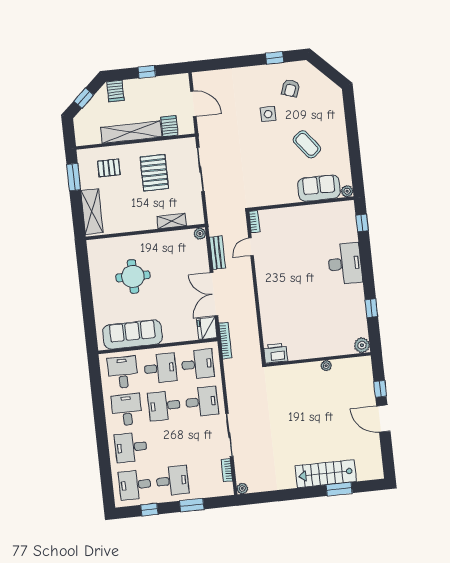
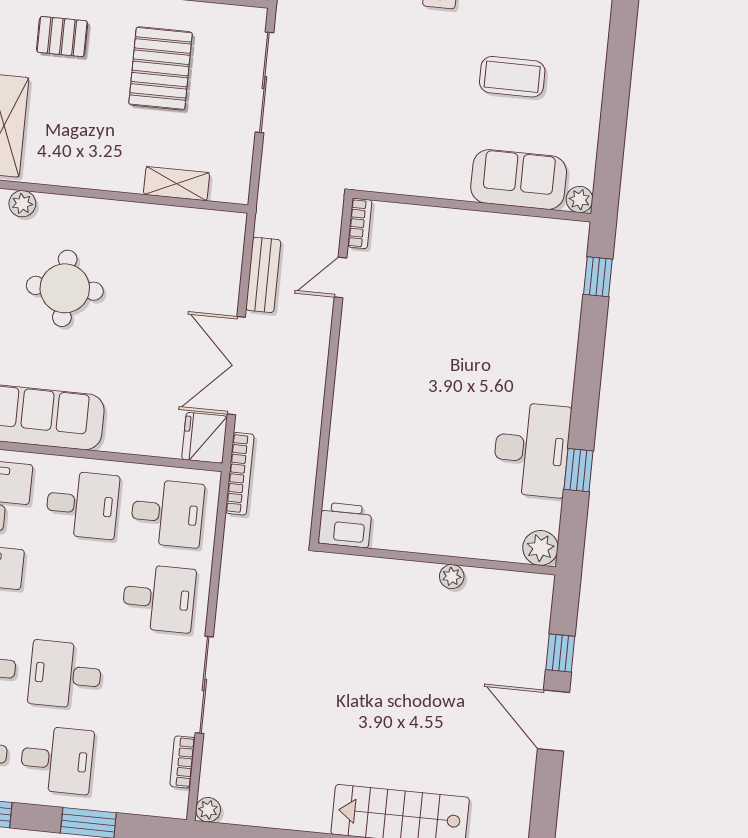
coffee table: (307, 144) -> (512, 77), turned -52
plant: (200, 234) -> (22, 204), moved
desk: (345, 264) -> (532, 449), moved
desk: (164, 406) -> (65, 675), moved

